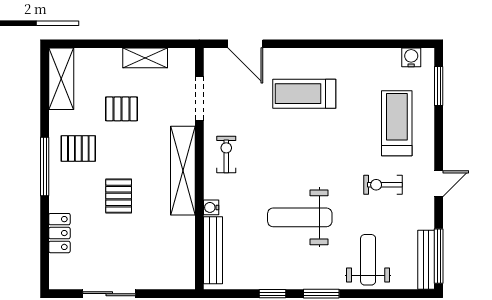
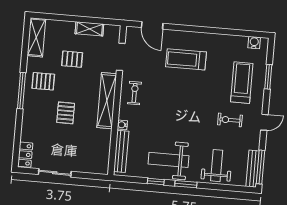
window: (439, 86) -> (268, 77), moved
weight bench: (300, 217) -> (168, 160), moved
locker: (59, 233) -> (25, 155), moved

